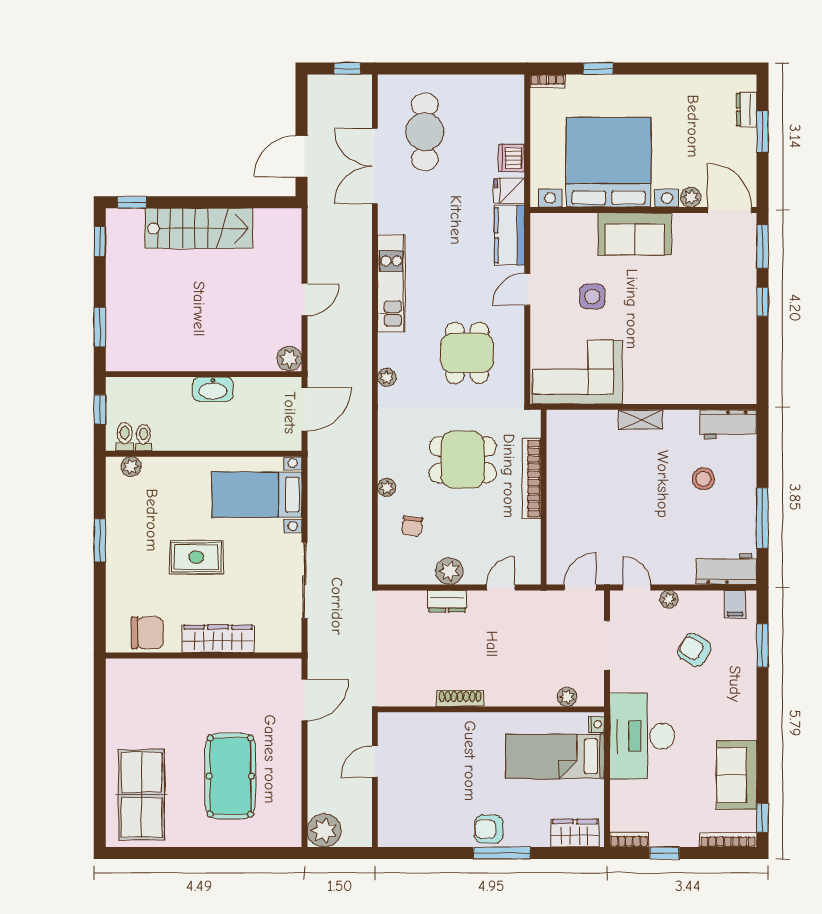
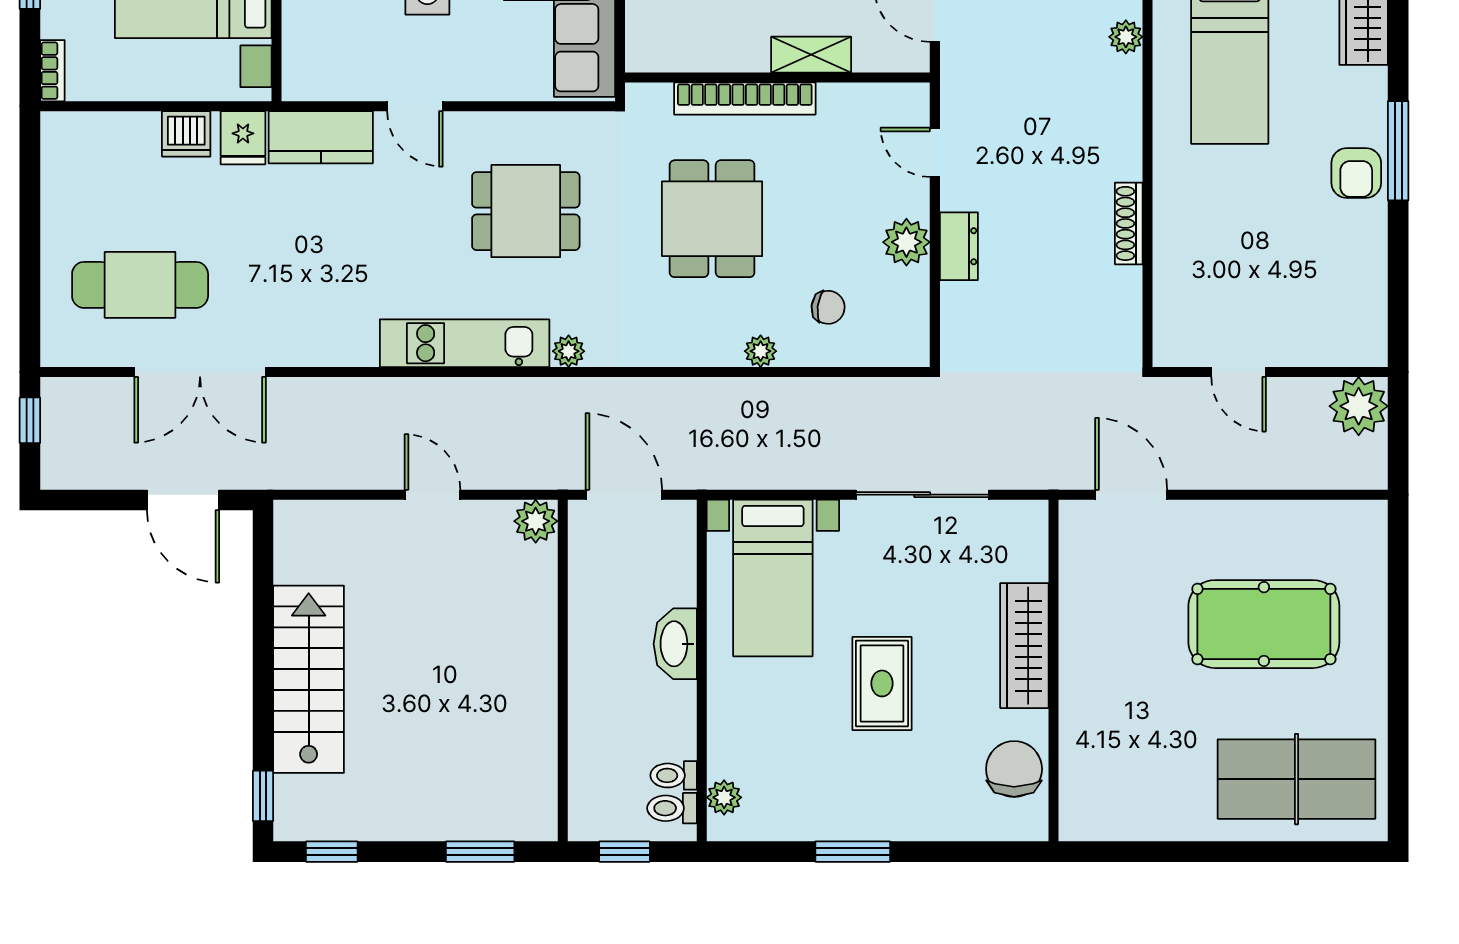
kitchen unit: (391, 283) -> (465, 343), moved
washbasin: (213, 389) -> (675, 644), moved, turned 180
shelving: (557, 516) -> (811, 55), added
plant: (324, 830) -> (1359, 406), moved

